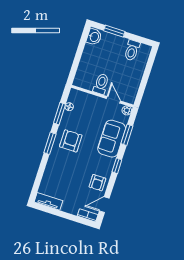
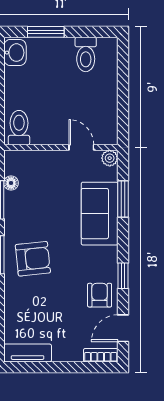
toilet: (101, 84) -> (19, 128), moved
armchair: (71, 141) -> (33, 259), moved, turned 84
window: (117, 166) -> (123, 276), moved
armchair: (97, 183) -> (100, 295), turned 180

